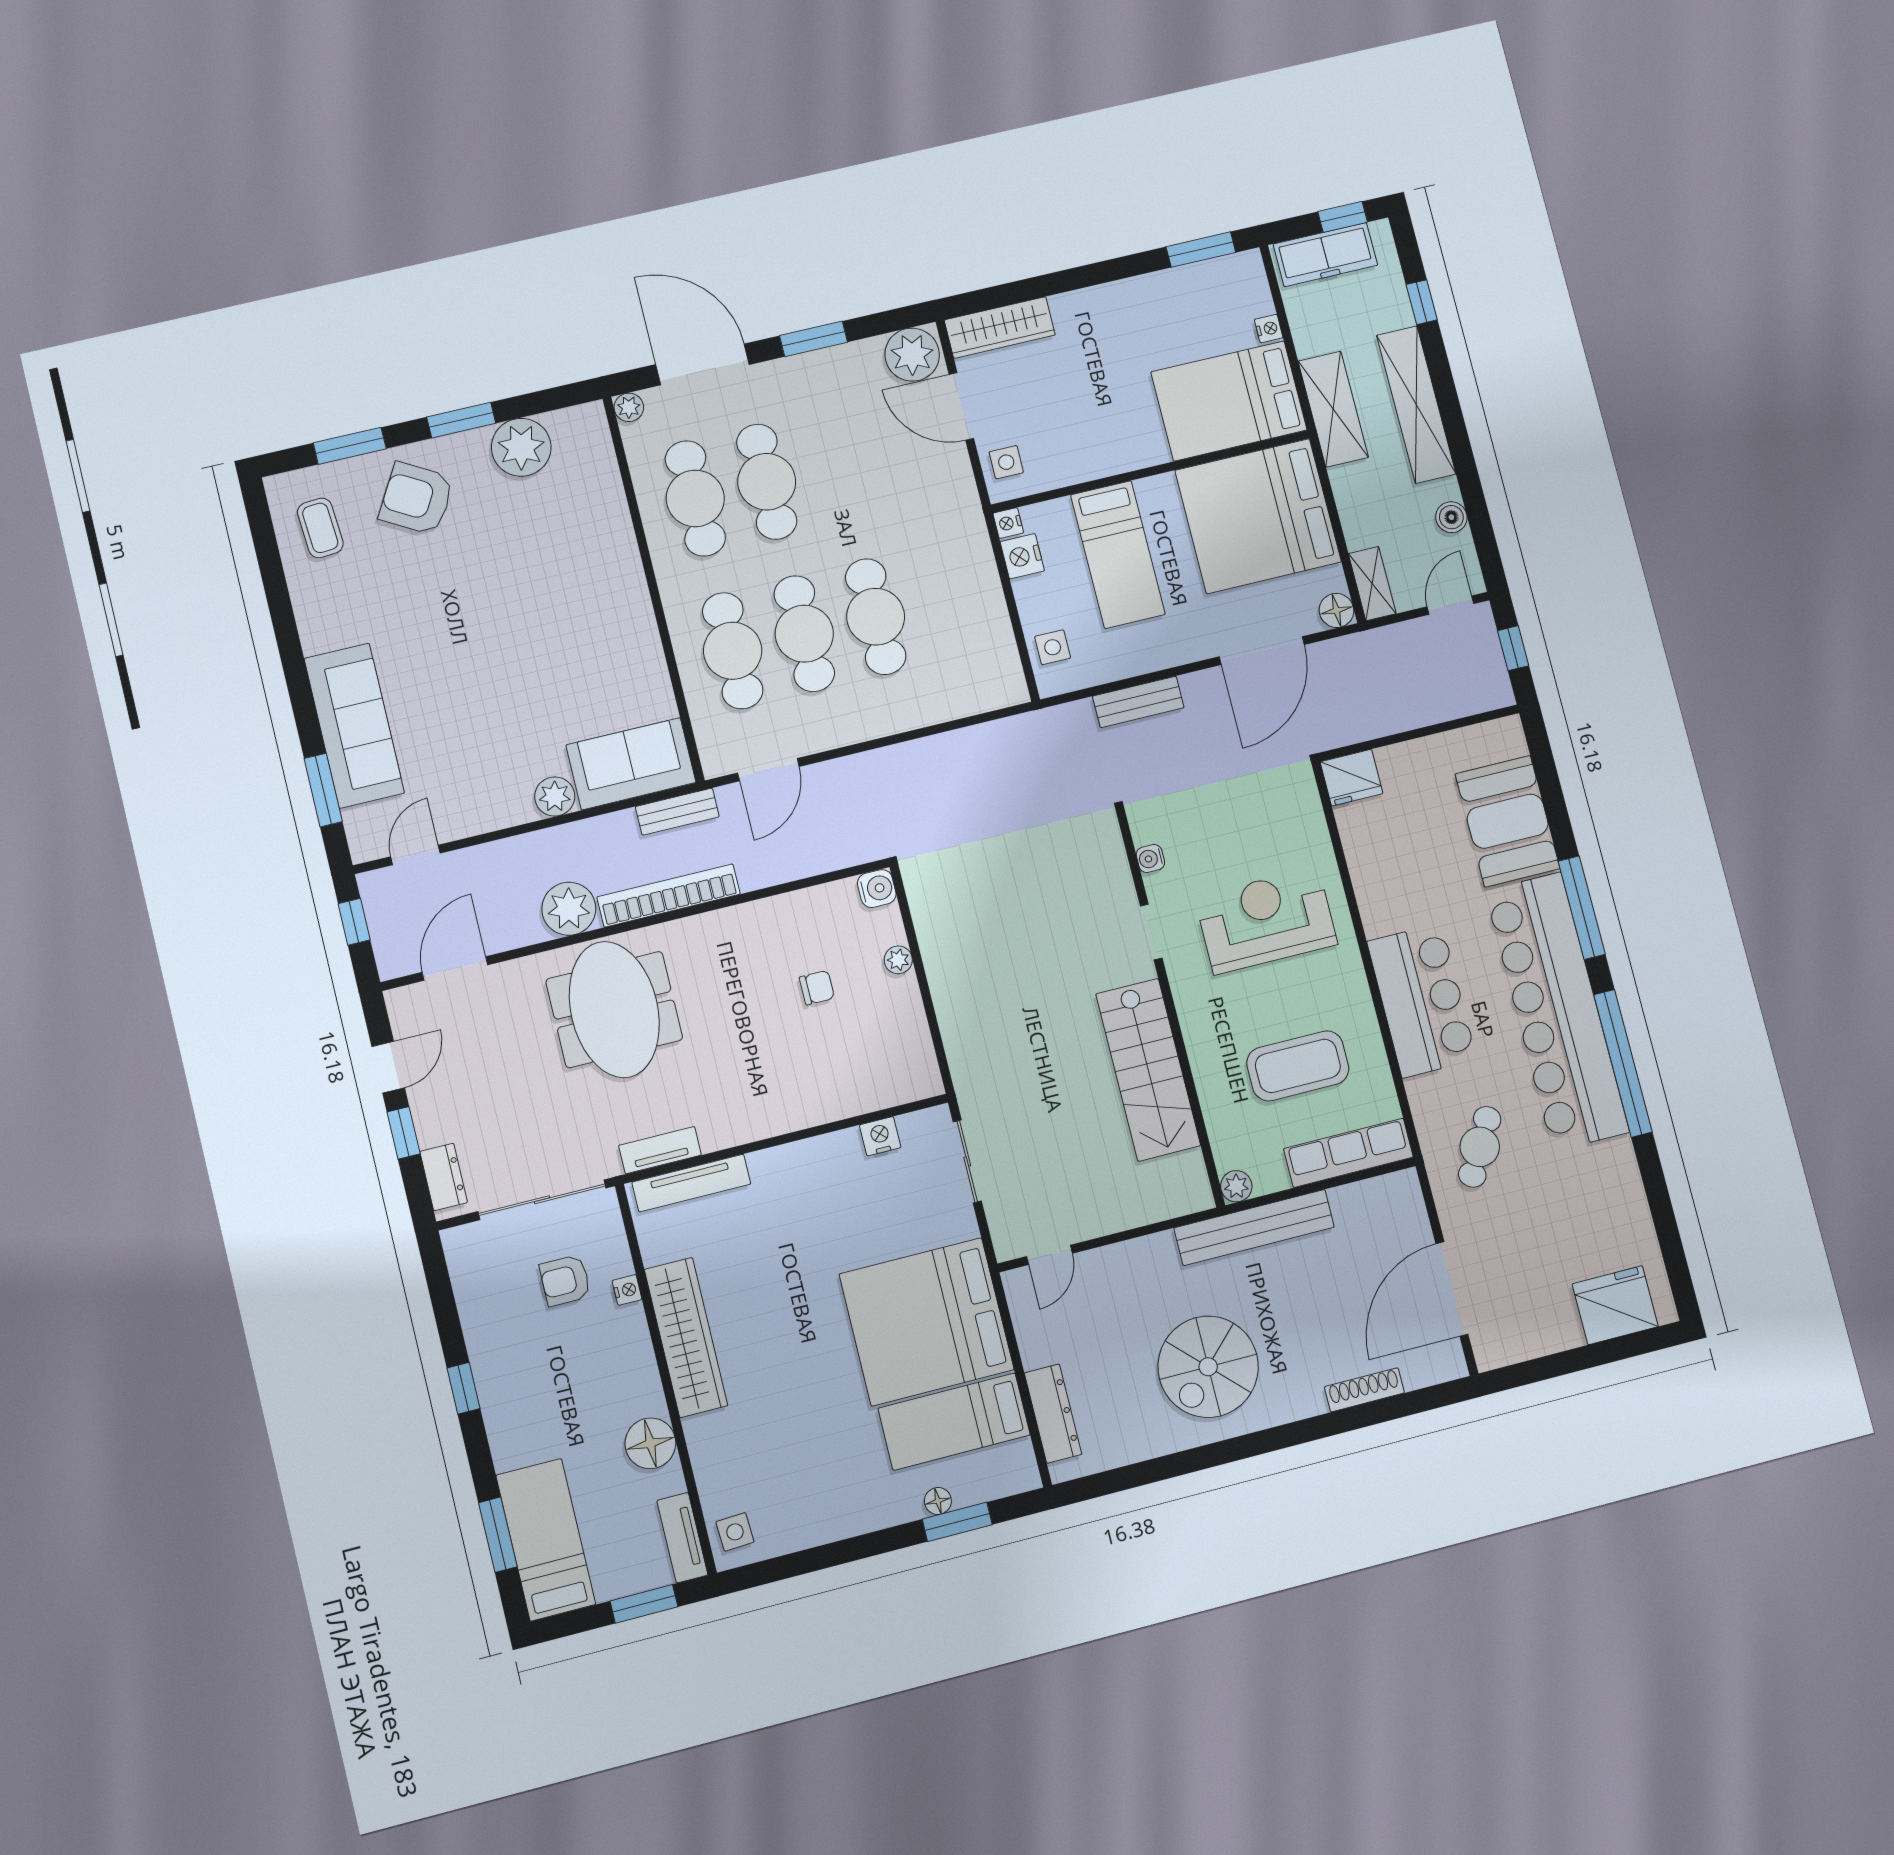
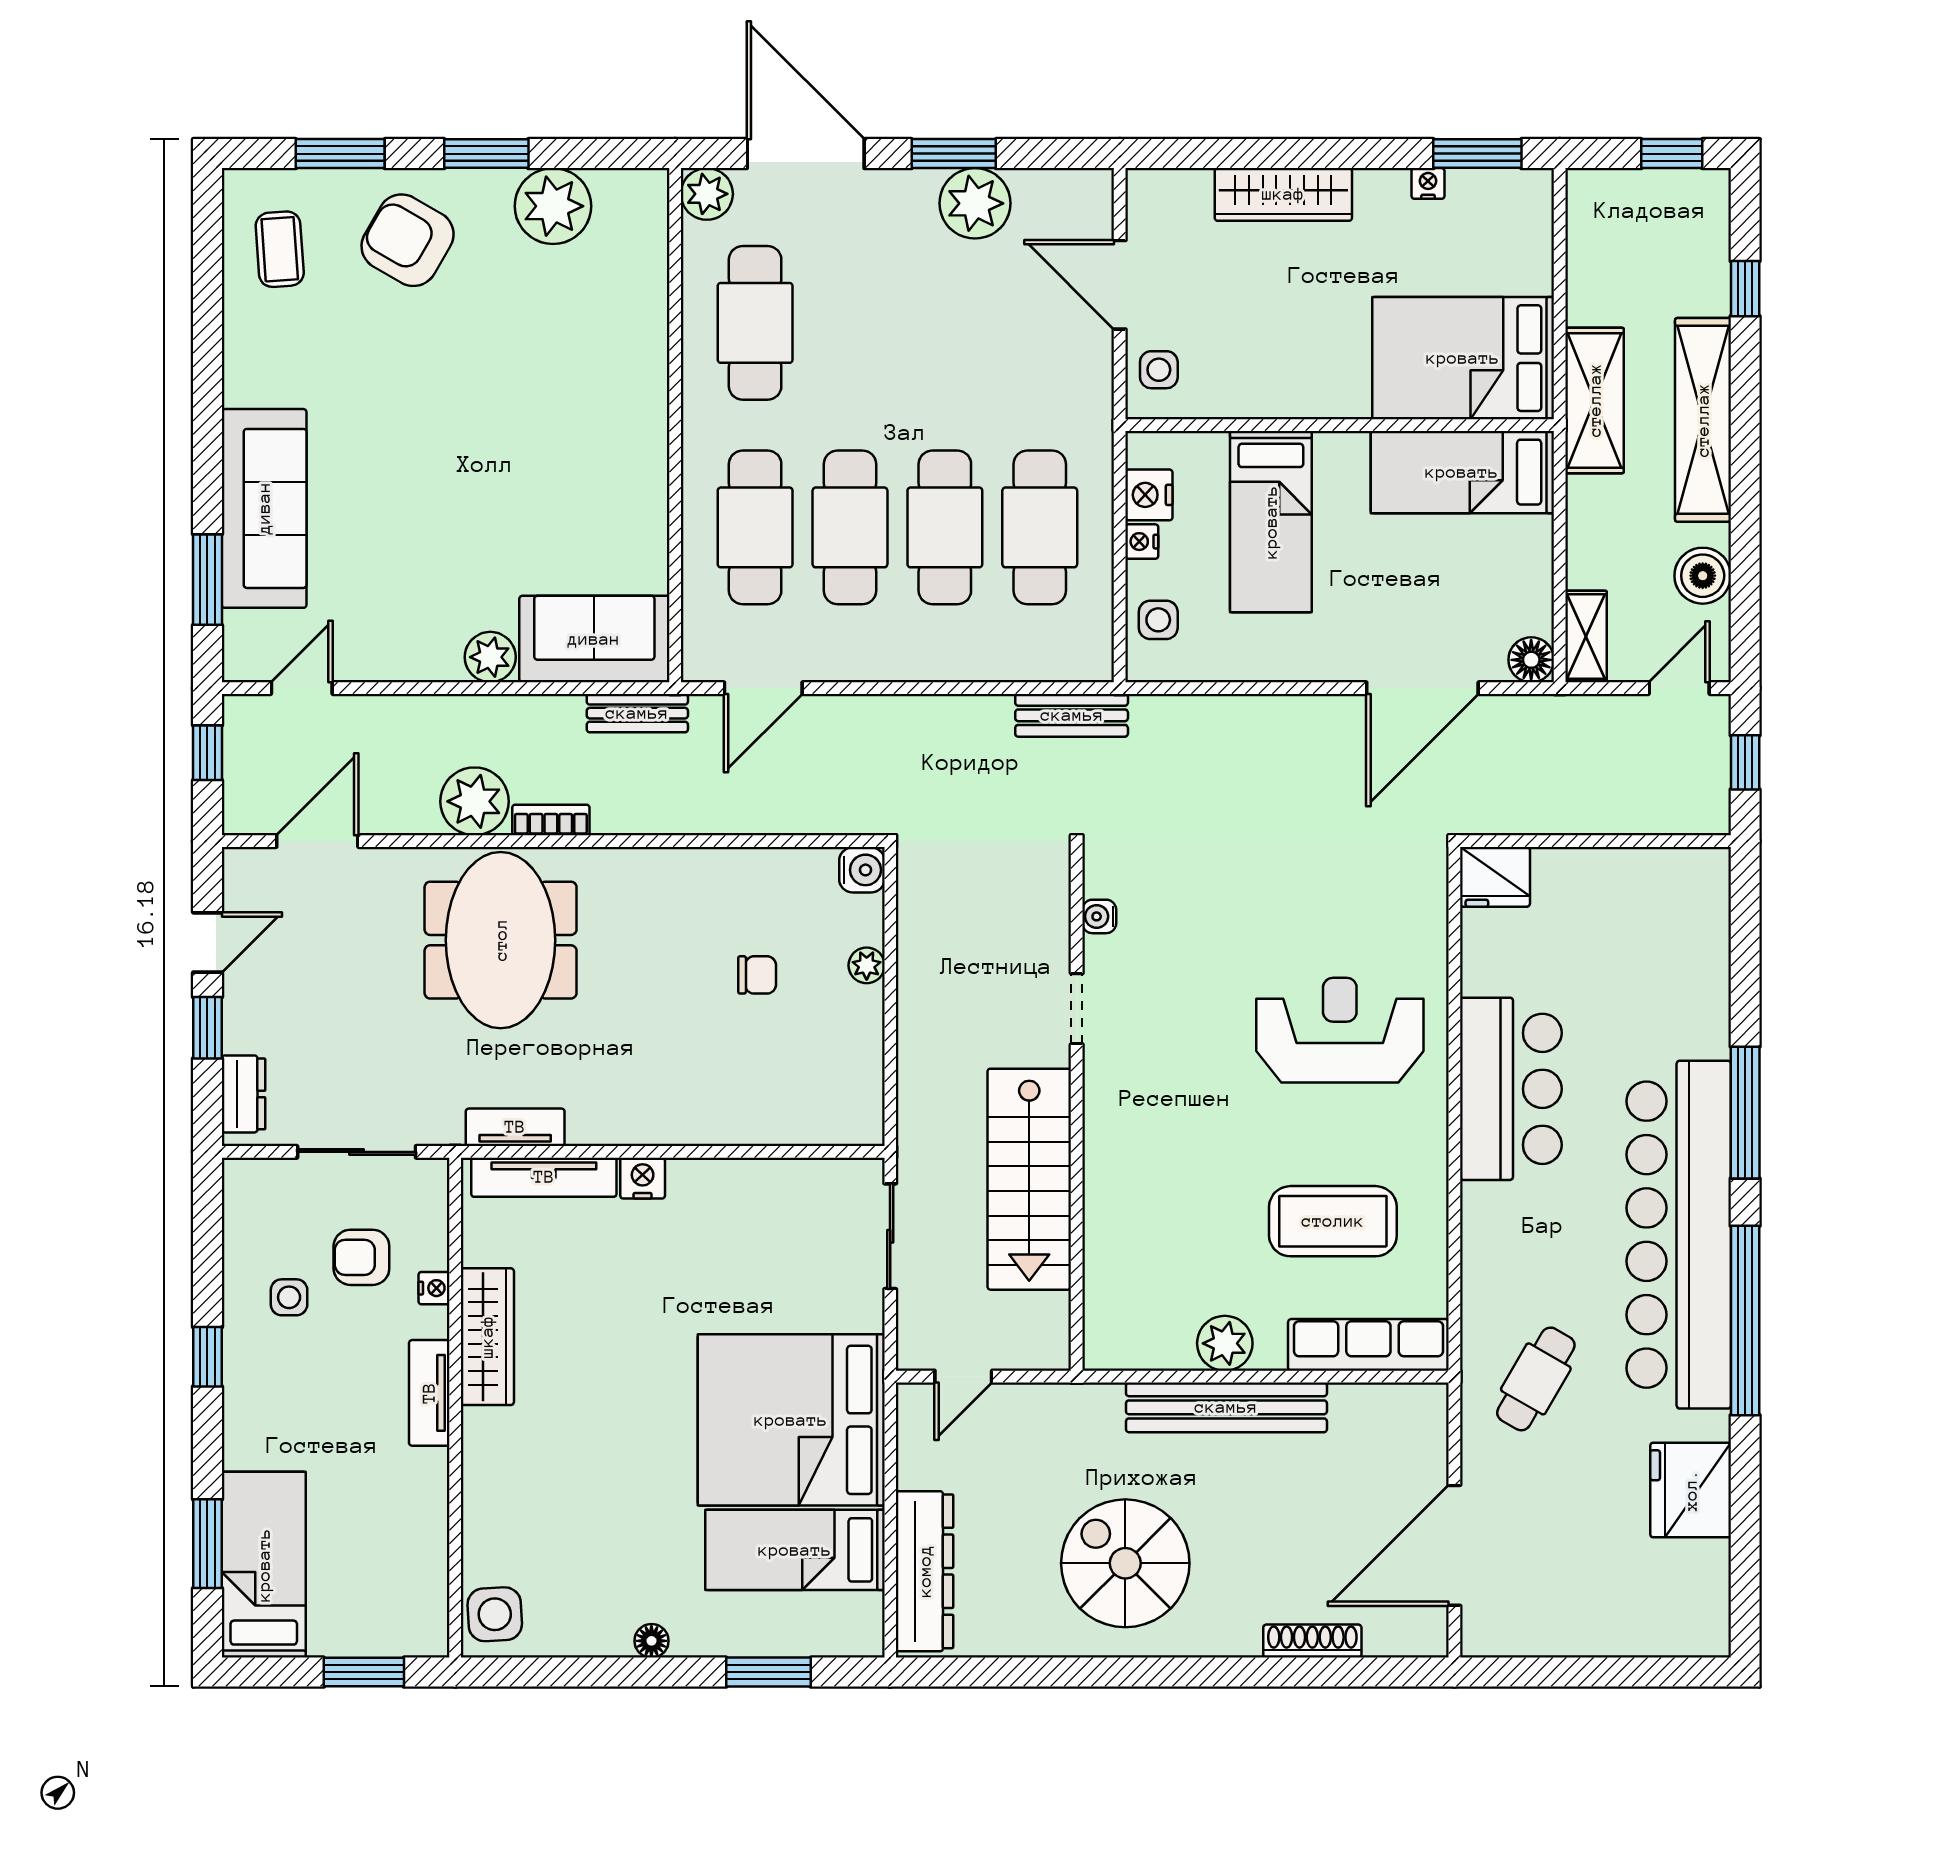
freezer: (1325, 255) -> (1637, 198), removed
wardrobe: (1000, 327) -> (1283, 194), moved
nightstand: (1269, 329) -> (1428, 183), moved, turned -90
plant: (912, 355) -> (975, 203), moved
plant: (629, 407) -> (707, 194), width x1.38, depth x1.38
cafe table: (767, 482) -> (1040, 527), moved
bed: (1258, 516) -> (1462, 472), width x0.49
boiler: (1451, 517) -> (1703, 576), width x1.36, depth x1.36
nightstand: (1008, 523) -> (1142, 542), moved
bench: (1138, 702) -> (1072, 715), moved
booth: (1508, 821) -> (1679, 980), removed
water cooler: (1150, 859) -> (1099, 916), moved
bookcase: (669, 895) -> (551, 820), width x0.43, depth x0.76
doorway: (1151, 932) -> (1077, 1009), moved
bar counter: (1422, 1000) -> (1511, 1089), moved
wall: (1170, 1008) -> (1077, 1109), moved
stairs: (1148, 1070) -> (1029, 1179), moved
nightstand: (880, 1136) -> (643, 1178), moved
plant: (1236, 1186) -> (1225, 1343), width x1.38, depth x1.38
sliding door: (542, 1200) -> (357, 1152), width x0.73
fridge: (1615, 1305) -> (1691, 1490), moved, turned -90
side table: (516, 1326) -> (289, 1297), added
wardrobe: (686, 1337) -> (487, 1337), width x0.71, depth x0.85
spiral stairs: (1208, 1367) -> (1125, 1563), turned 90
dresser: (1053, 1414) -> (925, 1571), width x1.37, depth x1.24
floor lamp: (650, 1443) -> (418, 1481), removed
floor lamp: (938, 1501) -> (651, 1641), moved
side table: (735, 1532) -> (495, 1614), width x1.37, depth x1.37
tv unit: (682, 1538) -> (429, 1393), moved

